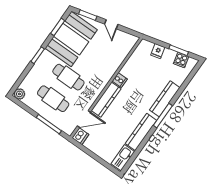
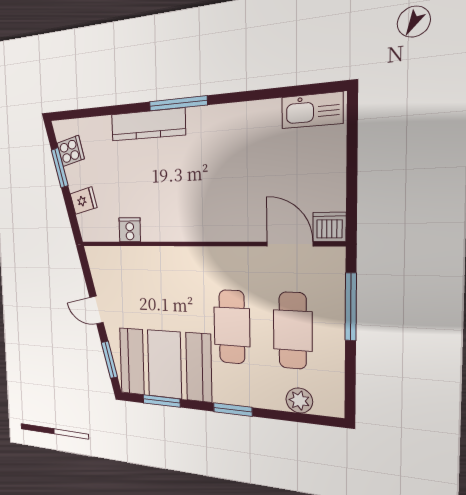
door: (111, 24) -> (96, 310), swing flipped
cooker: (120, 80) -> (130, 230), moved
plant: (19, 94) -> (299, 400), moved
kitchen counter: (106, 100) -> (223, 228), removed
kitchen counter: (141, 132) -> (236, 117), removed

